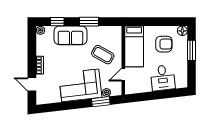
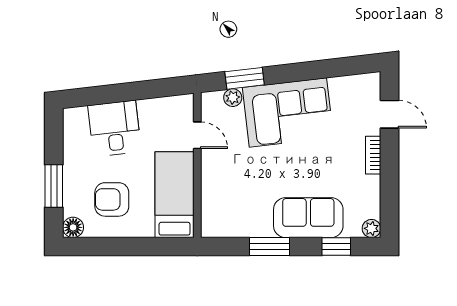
coffee table: (103, 55) -> (240, 177), removed
door: (123, 75) -> (197, 135), hinge flipped

